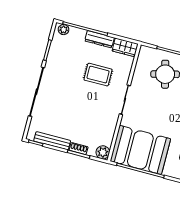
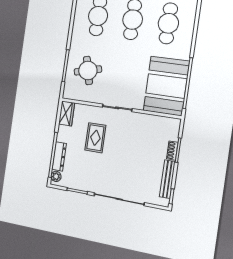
dresser: (100, 39) -> (59, 156), moved
plant: (103, 152) -> (173, 125), removed

